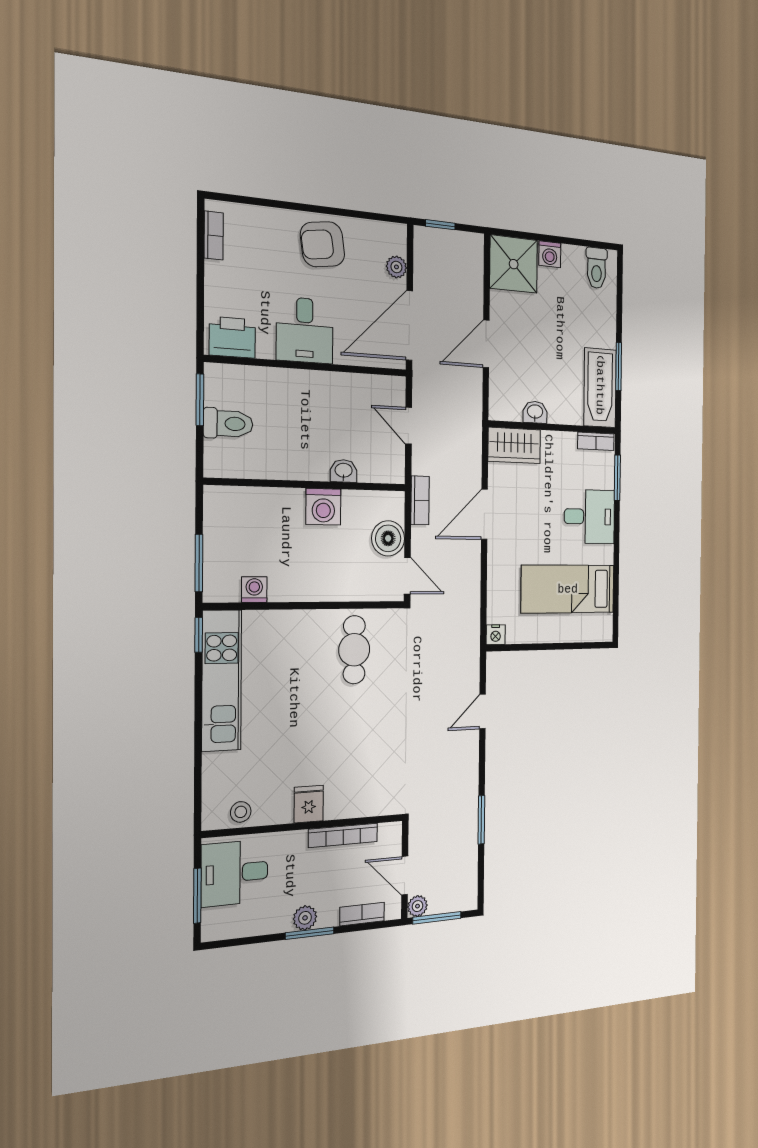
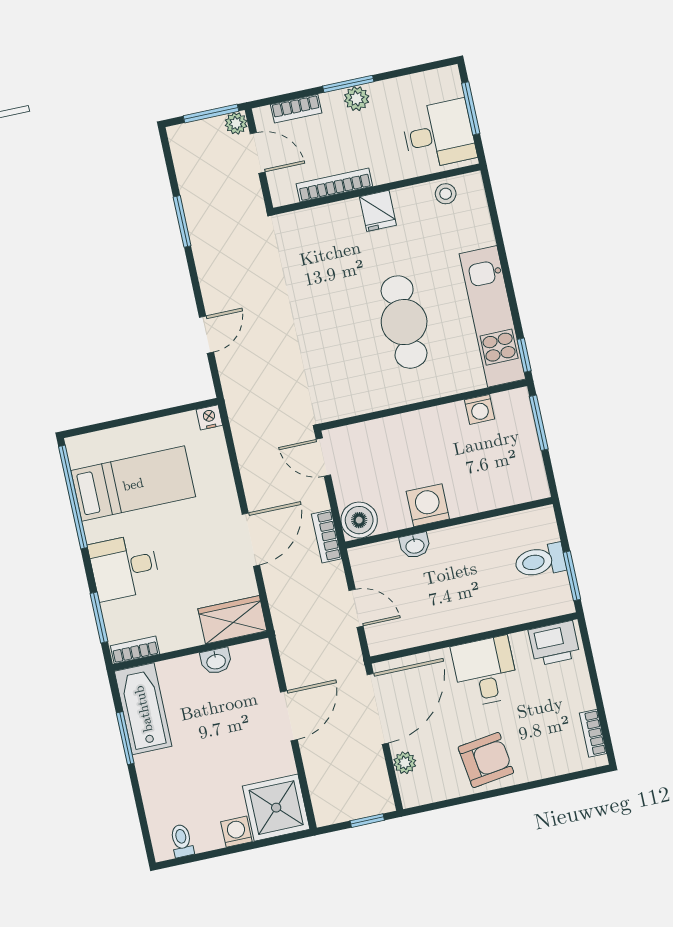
toilet: (597, 268) -> (182, 841), width x0.73, depth x0.72
boiler: (388, 538) -> (359, 520), moved
window: (616, 588) -> (73, 497), added
cafe table: (354, 650) -> (404, 322), moved, width x1.37, depth x1.35

